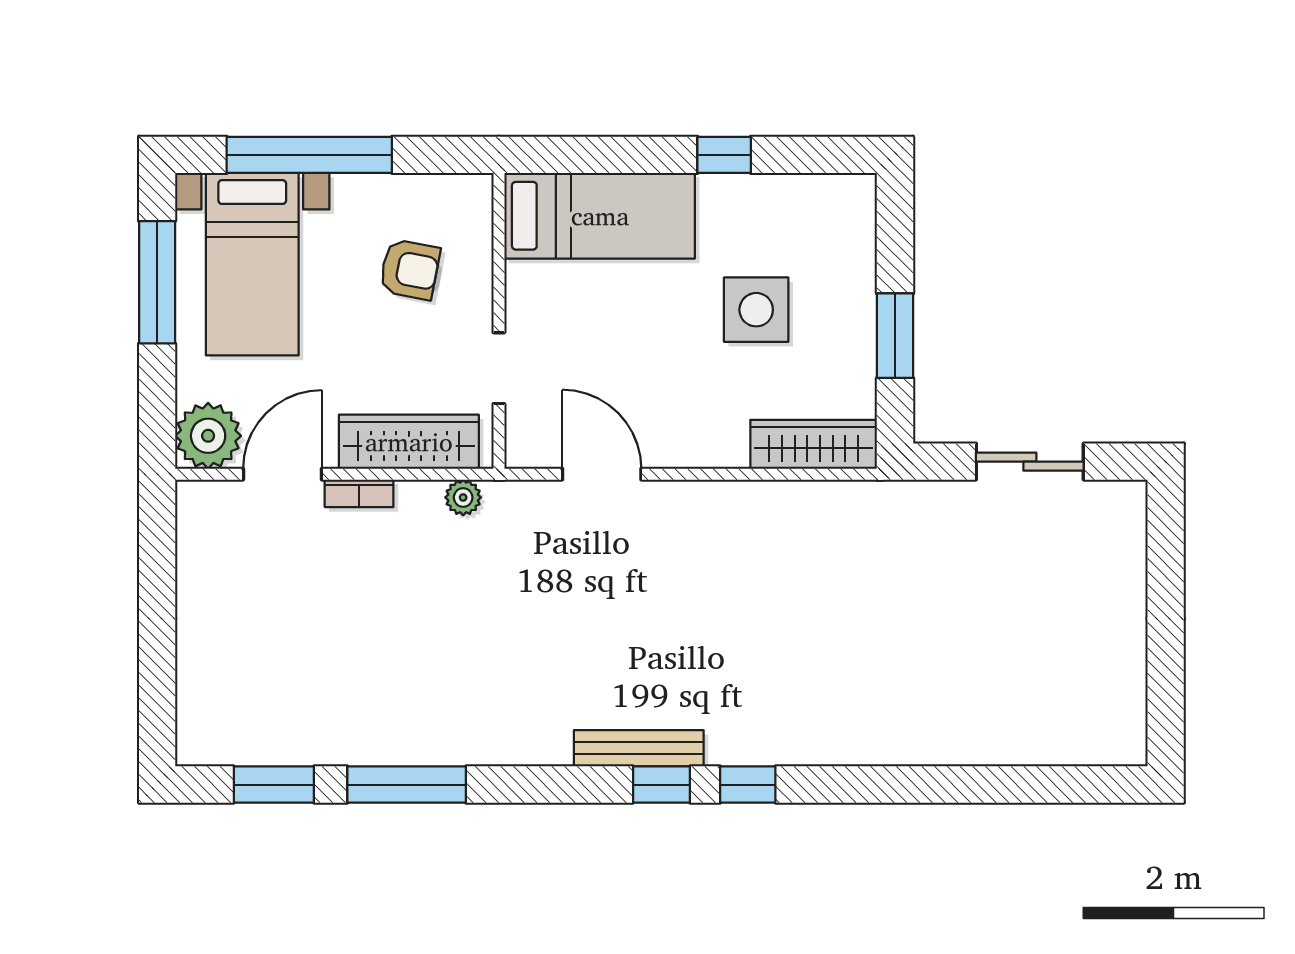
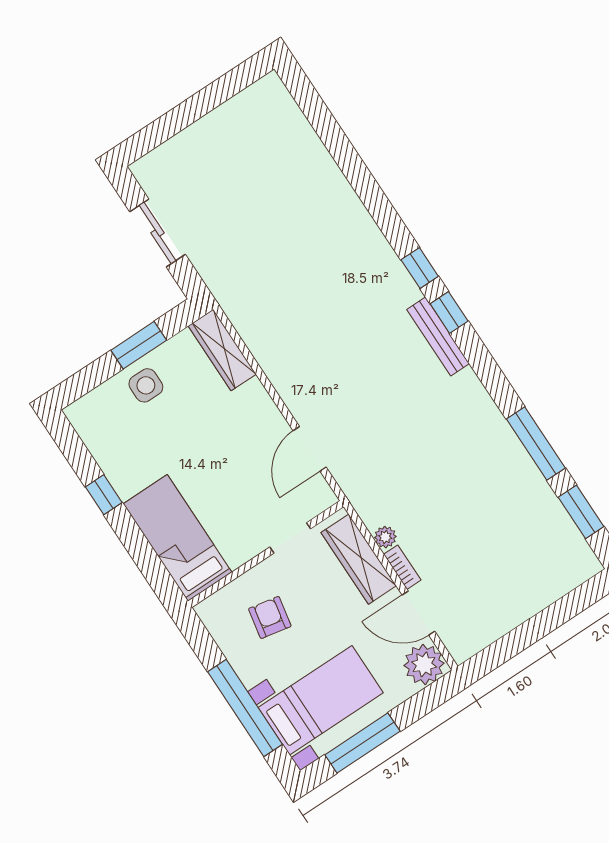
side table: (756, 310) -> (146, 385), moved, width x0.73, depth x0.73
plant: (463, 497) -> (385, 537), moved

